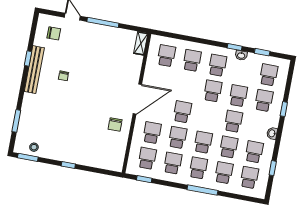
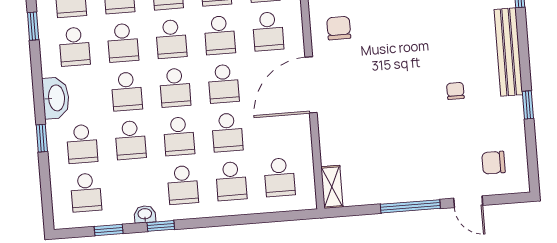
bench: (34, 70) -> (508, 52), moved
school desk: (187, 86) -> (227, 132), added
school desk: (208, 117) -> (175, 88), added
washbasin: (272, 133) -> (56, 98), width x1.91, depth x1.45

